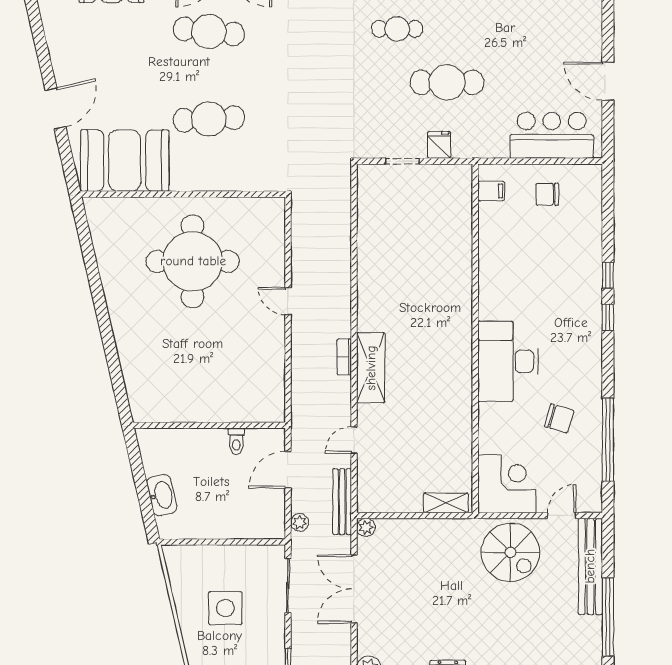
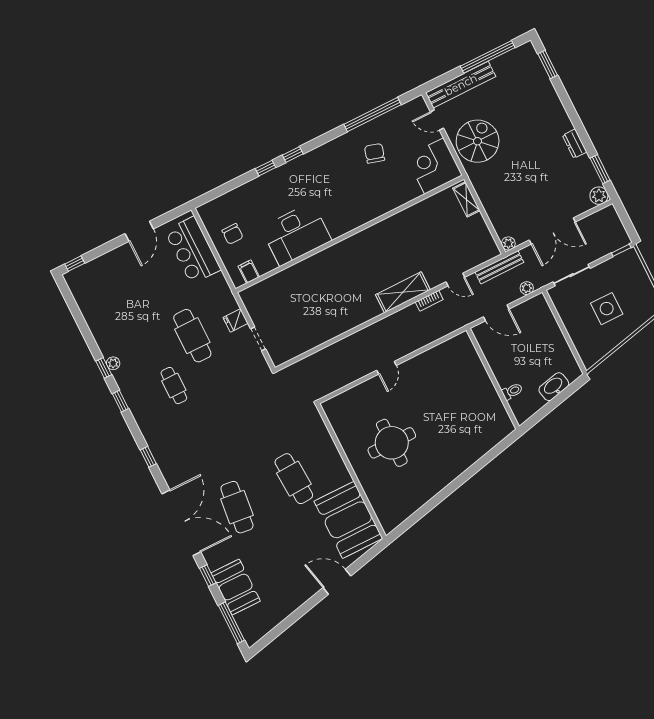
round table: (193, 261) -> (392, 443), width x0.73, depth x0.73
bookcase: (344, 357) -> (429, 301), moved
desk: (508, 361) -> (296, 234), moved
toilet: (236, 441) -> (512, 391), moved

